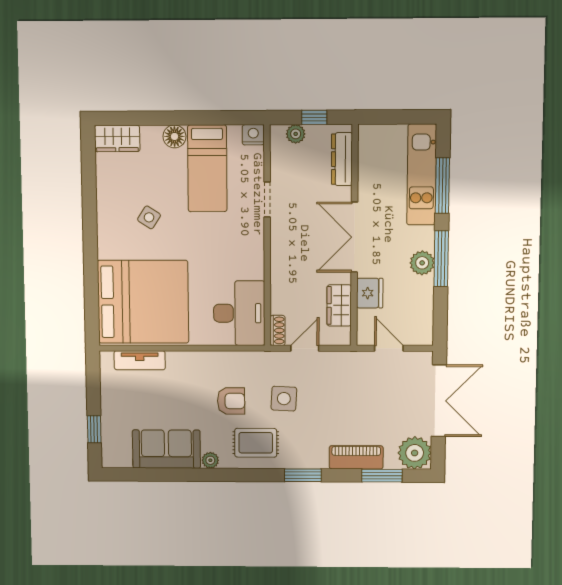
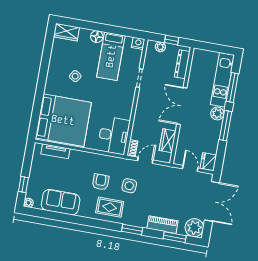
plant: (422, 263) -> (217, 113), moved
fridge: (370, 293) -> (208, 162), moved, turned 180
armchair: (231, 401) -> (101, 182), turned -90
plant: (210, 460) -> (28, 203), moved

